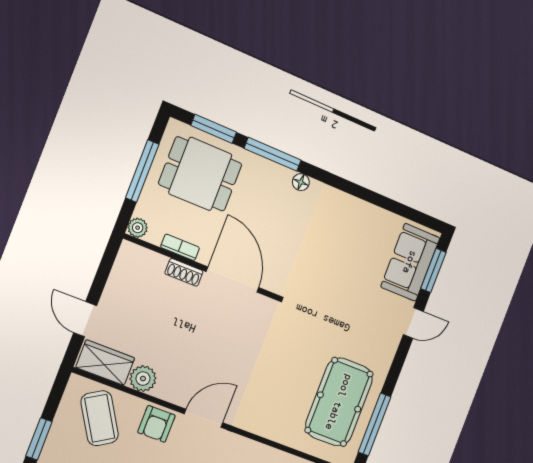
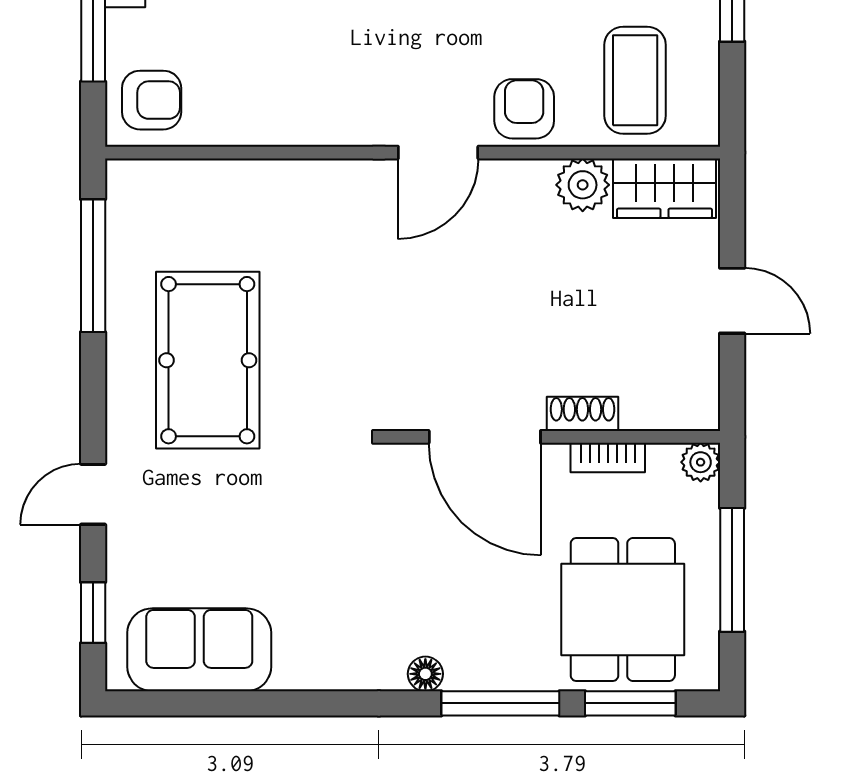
dining table: (200, 174) -> (623, 610), turned 90
sofa: (410, 262) -> (199, 650), moved, turned -90
window: (433, 270) -> (93, 613), width x0.67
door: (85, 319) -> (732, 301), moved
pool table: (339, 402) -> (208, 360), moved
coffee table: (100, 418) -> (635, 80), turned 31

